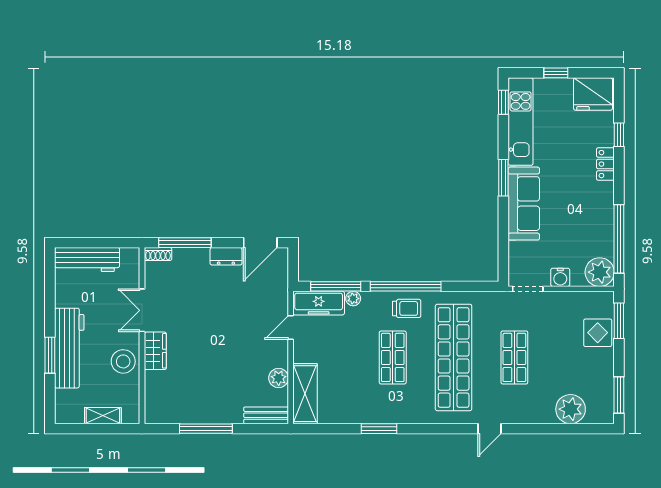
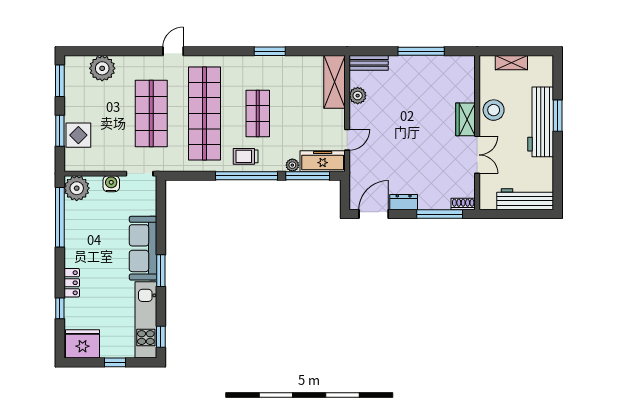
window: (619, 321) -> (60, 131), moved
shop shelf: (514, 357) -> (151, 114), width x1.43, depth x1.36

